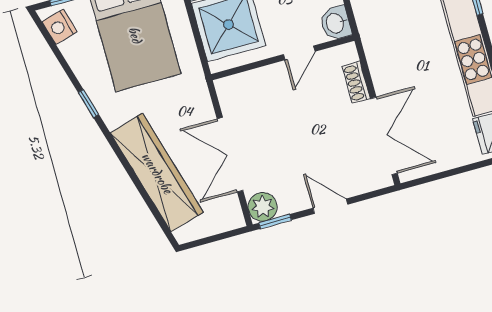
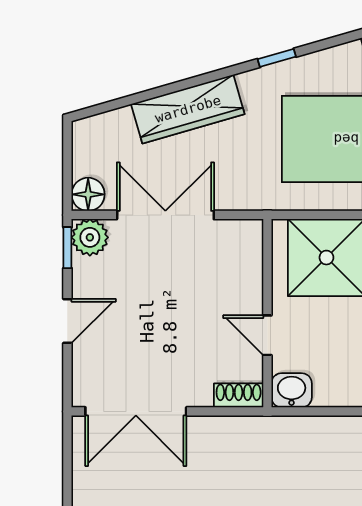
shoe rack: (356, 82) -> (239, 395), moved
wardrobe: (157, 173) -> (188, 109), width x0.71, depth x0.85
floor lamp: (231, 217) -> (88, 194), added

